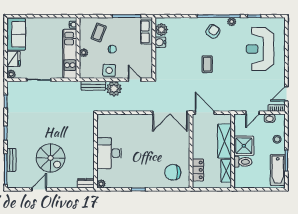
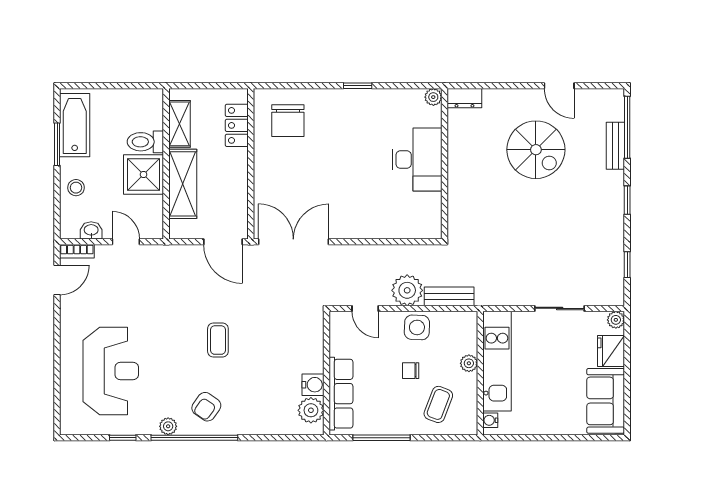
row of seats: (147, 32) -> (341, 394), width x1.48
door: (252, 113) -> (126, 242), hinge flipped
spiral stairs: (51, 158) -> (536, 150), turned 180
chair: (173, 172) -> (288, 121), turned 90
door: (39, 189) -> (559, 86), hinge flipped

